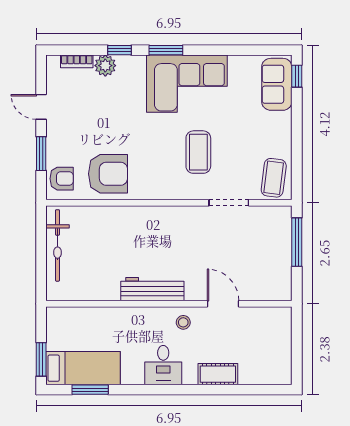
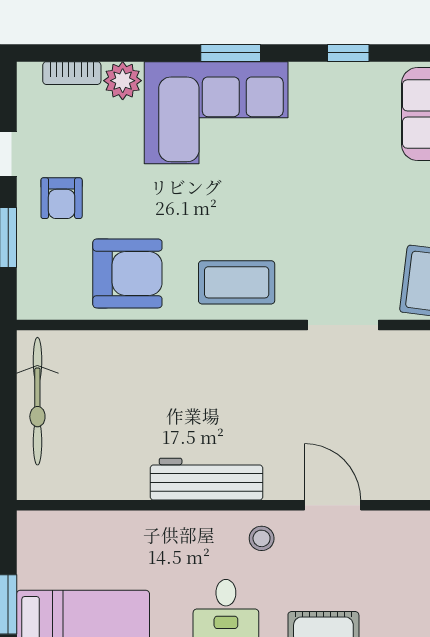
window: (120, 50) -> (348, 53), moved
corner sofa: (187, 84) -> (216, 113), moved
coffee table: (198, 152) -> (237, 282), moved, turned 90
armchair: (62, 179) -> (62, 198), moved, turned 90

